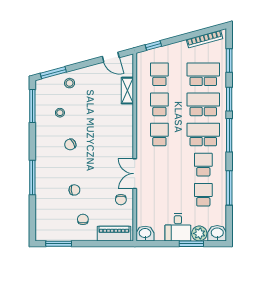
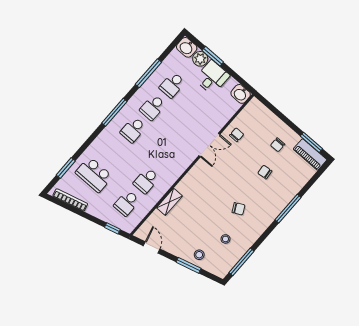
window: (53, 73) -> (189, 265), moved
shelving: (127, 91) -> (169, 202), moved
window: (229, 99) -> (91, 139), removed
school desk: (203, 104) -> (114, 152), removed
school desk: (159, 135) -> (166, 158), removed
school desk: (203, 135) -> (133, 130), width x0.54
piano: (114, 234) -> (310, 154), moved

